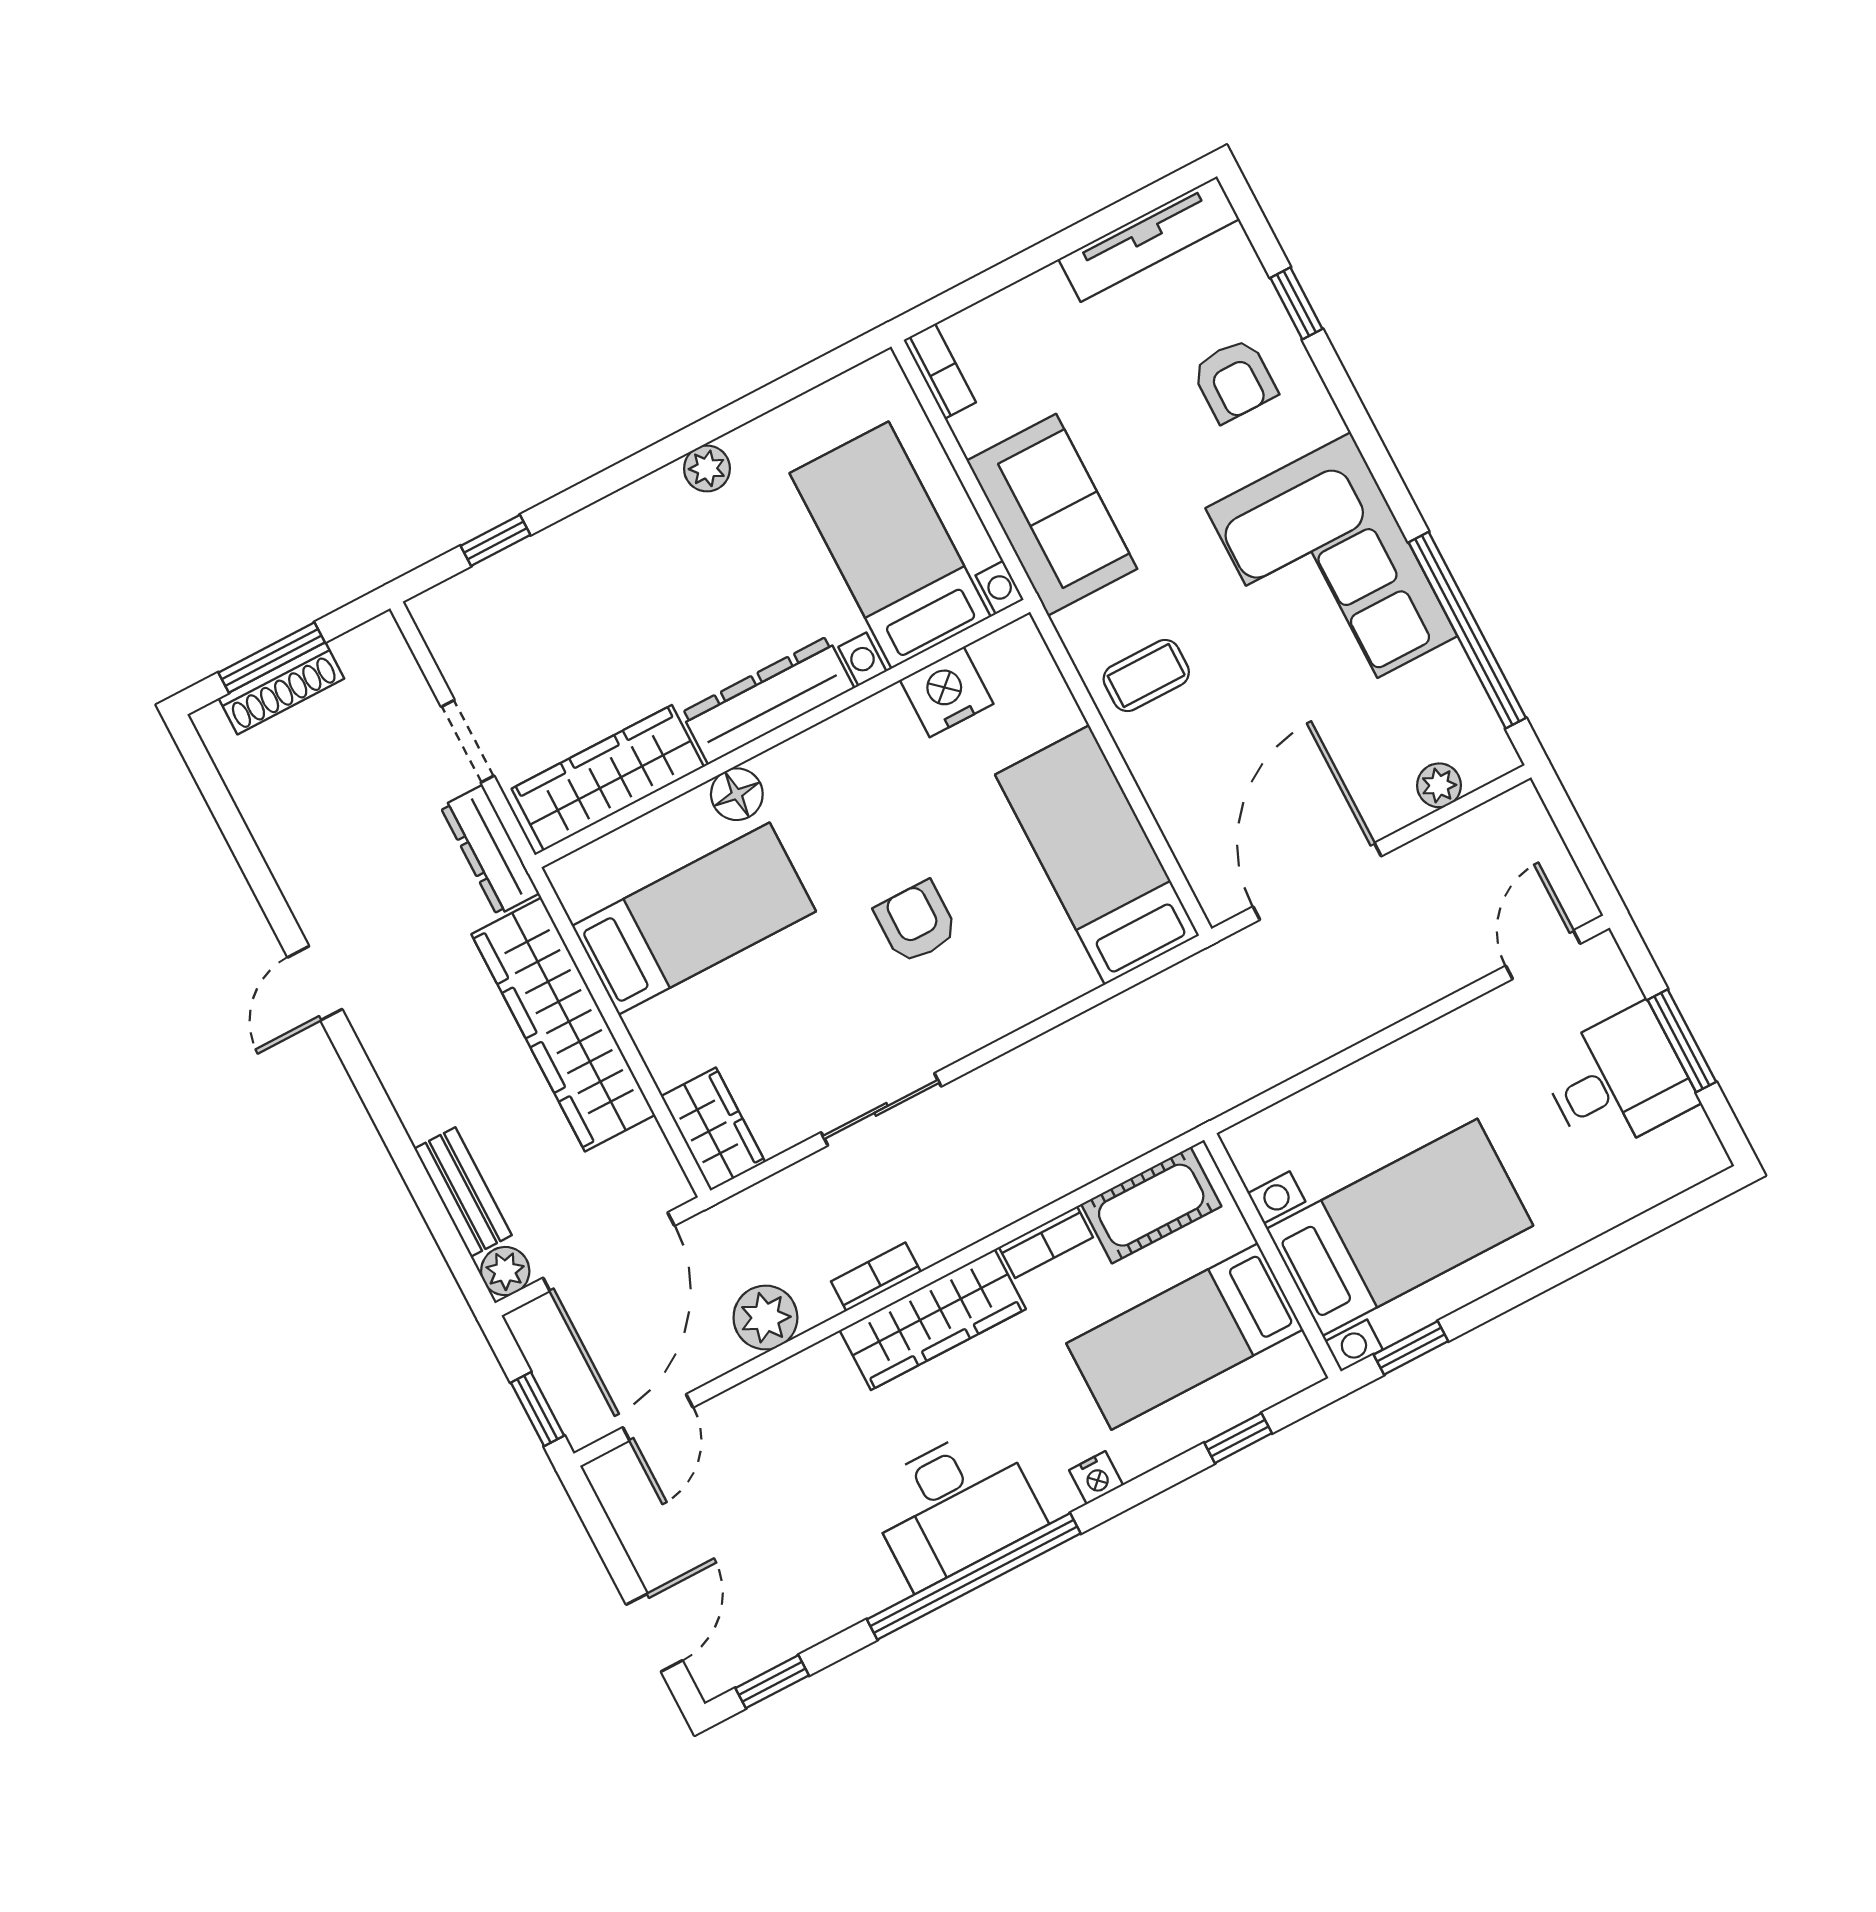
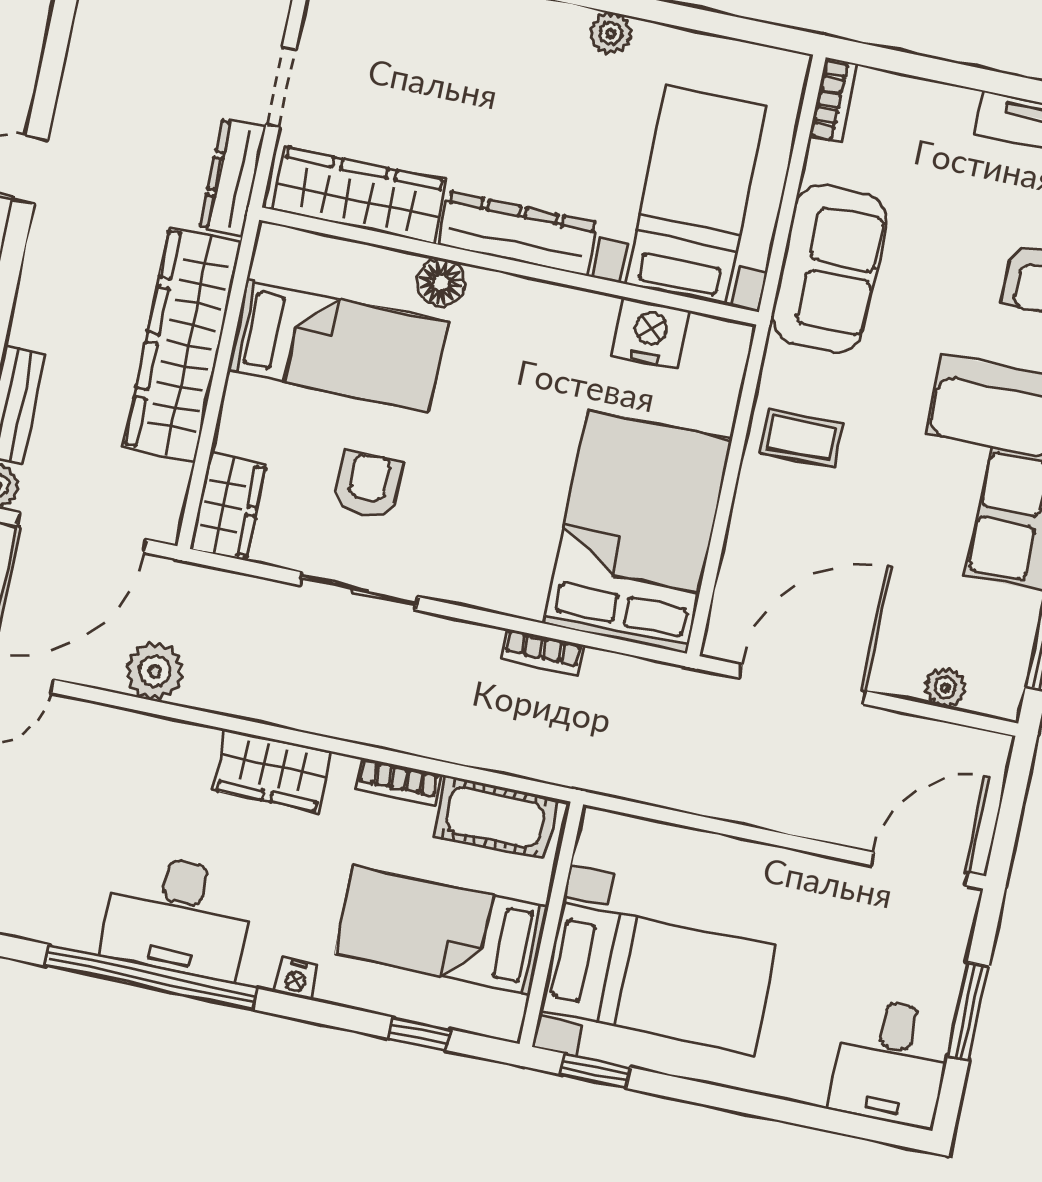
bed: (1097, 855) -> (637, 532), width x1.50
armchair: (916, 922) -> (368, 486), moved
door: (1543, 955) -> (920, 869), width x1.38
desk: (1618, 1080) -> (891, 1062), moved, turned 90
bookcase: (876, 1277) -> (542, 652), moved, turned 180
wardrobe: (933, 1320) -> (272, 771), width x0.67

